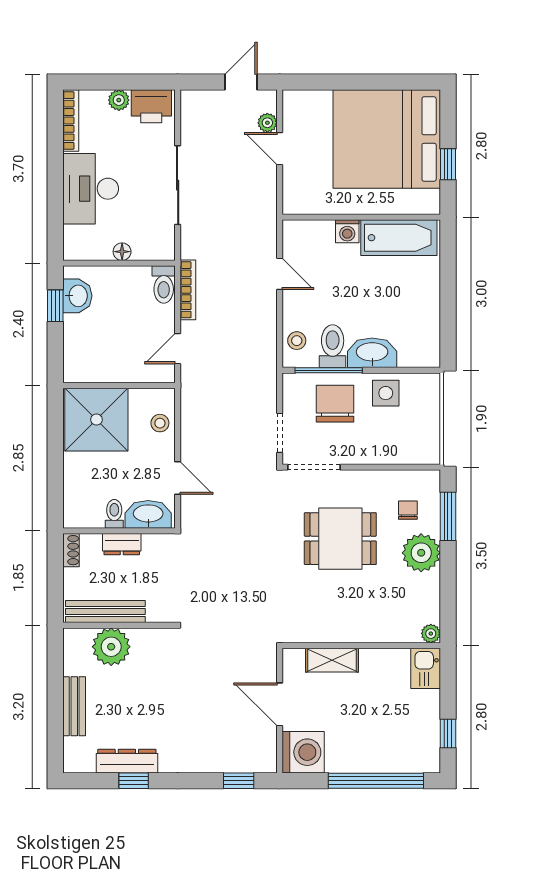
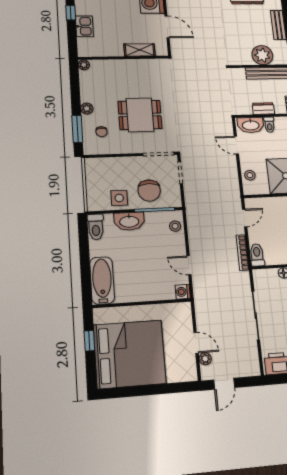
washing machine: (347, 231) -> (183, 292), moved, turned -90
bathtub: (399, 238) -> (102, 280), moved, turned 90
toilet: (333, 346) -> (96, 227), moved
plant: (421, 553) -> (87, 109), width x0.53, depth x0.53
kitchen sink: (426, 668) -> (84, 26), moved

